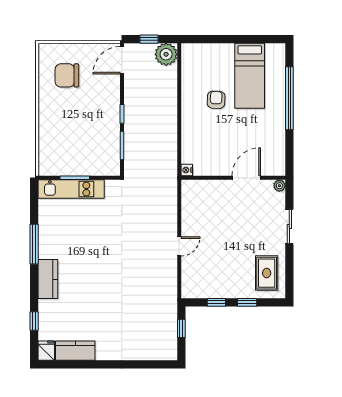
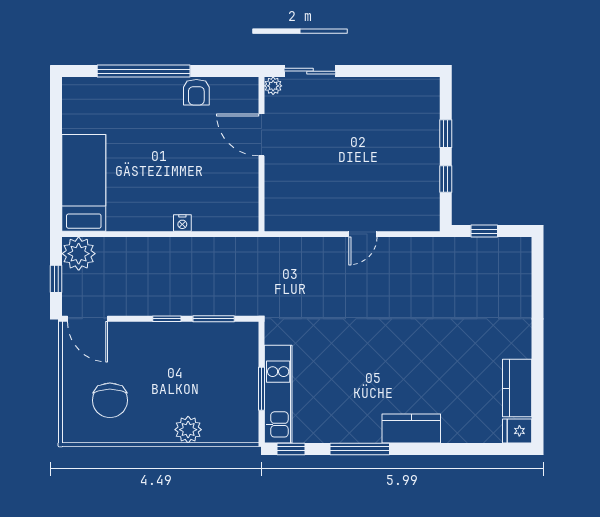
bed: (250, 76) -> (84, 183), moved, turned -90
armchair: (216, 100) -> (196, 92), moved, turned -92
plant: (47, 128) -> (188, 430), added
nightstand: (187, 170) -> (182, 223), moved
sliding door: (289, 226) -> (310, 71), moved
door: (179, 246) -> (363, 234), swing flipped
rug: (267, 273) -> (402, 105), removed
window: (34, 321) -> (291, 449), moved

